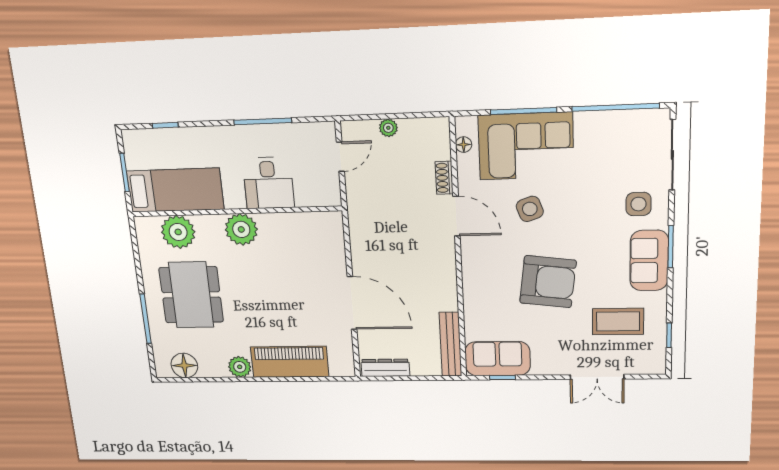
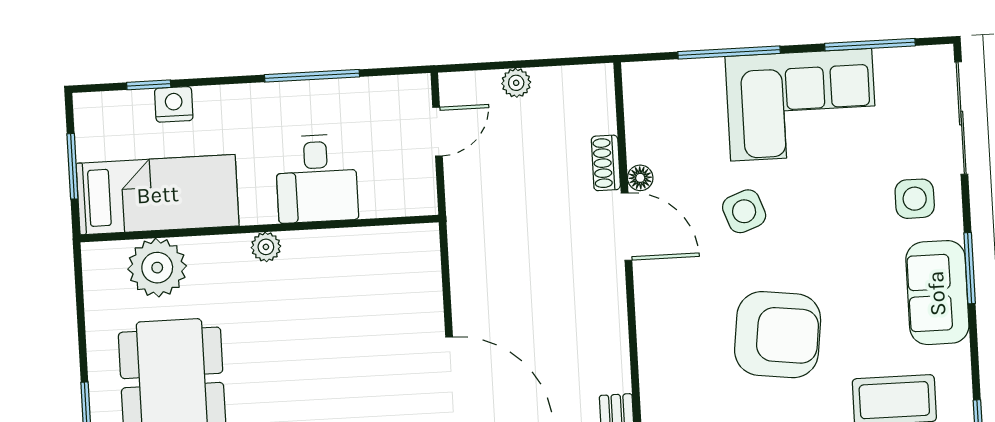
window: (615, 107) -> (870, 45), width x0.68
nightstand: (181, 137) -> (174, 104), added
floor lamp: (464, 145) -> (640, 178), moved
corner sofa: (526, 146) -> (801, 105), moved
plant: (241, 229) -> (266, 247), width x0.53, depth x0.53

